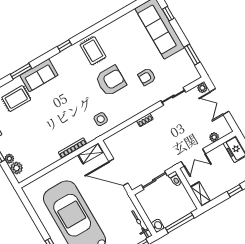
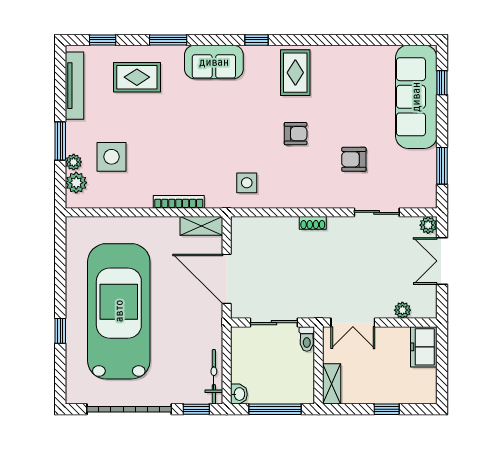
sofa: (39, 75) -> (214, 62), moved
armchair: (111, 81) -> (296, 134), width x0.53, depth x0.53
side table: (27, 145) -> (111, 157), added

